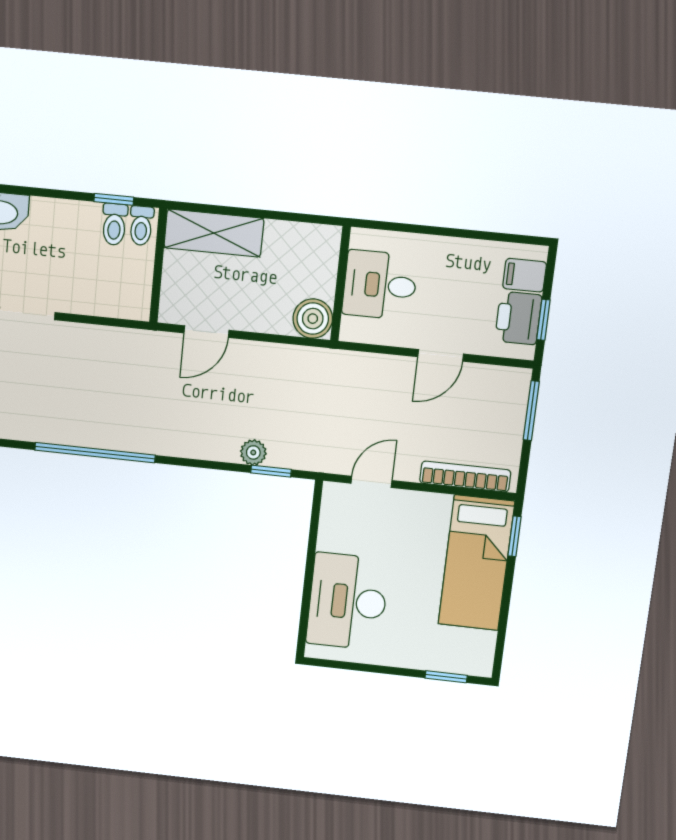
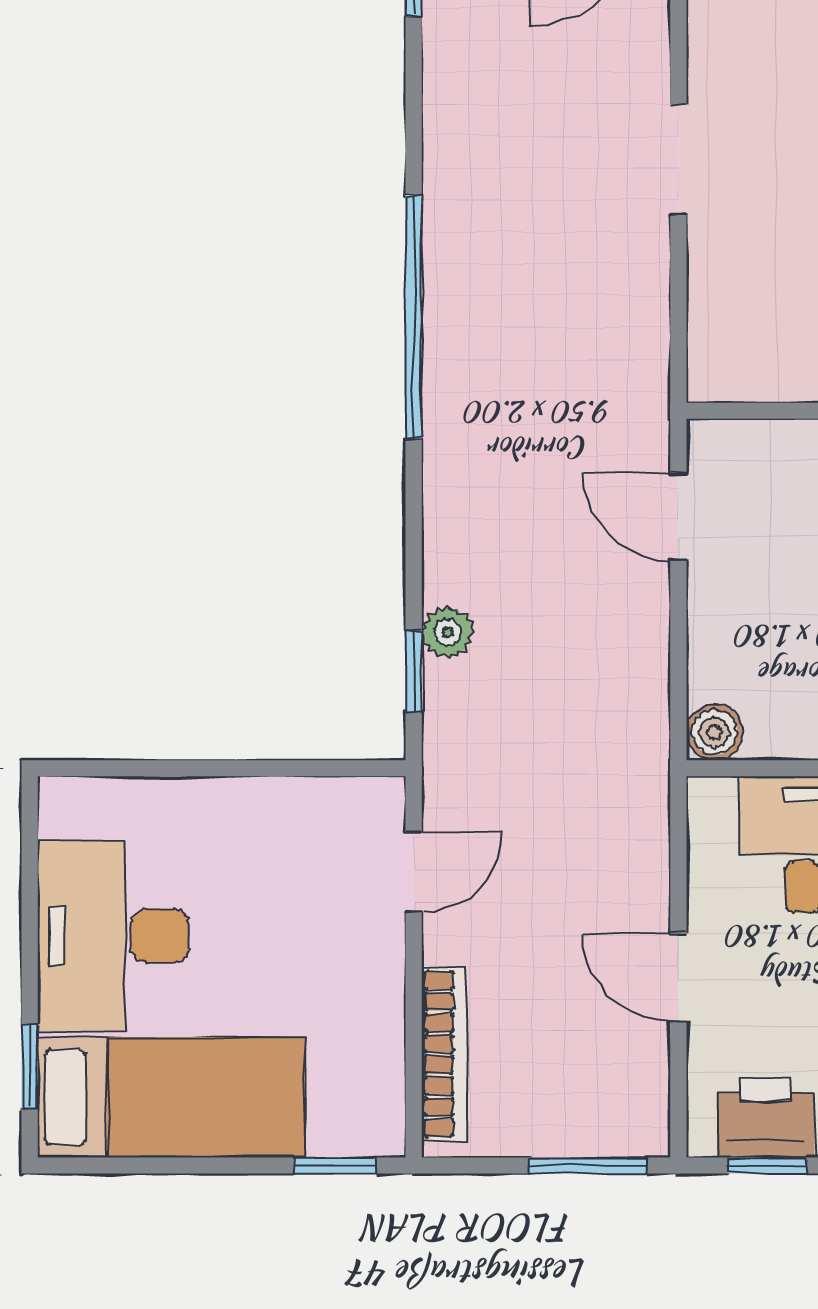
boiler: (313, 319) -> (715, 732), width x0.73, depth x0.73
door: (371, 482) -> (414, 872), hinge flipped
bed: (476, 563) -> (171, 1097), moved, turned 180
desk: (348, 601) -> (113, 936), moved, turned -90

